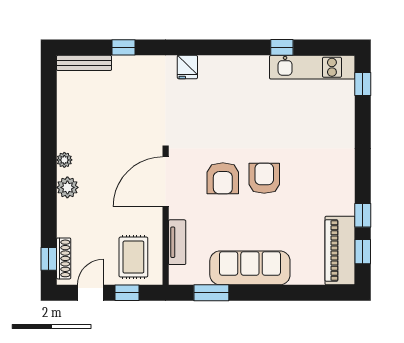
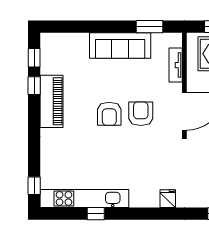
kitchen unit: (312, 67) -> (84, 198), width x1.36
piano: (340, 250) -> (51, 101), moved

